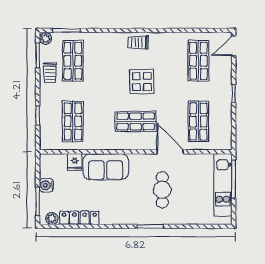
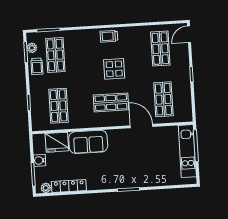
plant: (45, 38) -> (32, 48), moved
fridge: (75, 162) -> (57, 142), width x1.88, depth x1.34
cafe table: (162, 190) -> (137, 158), removed

